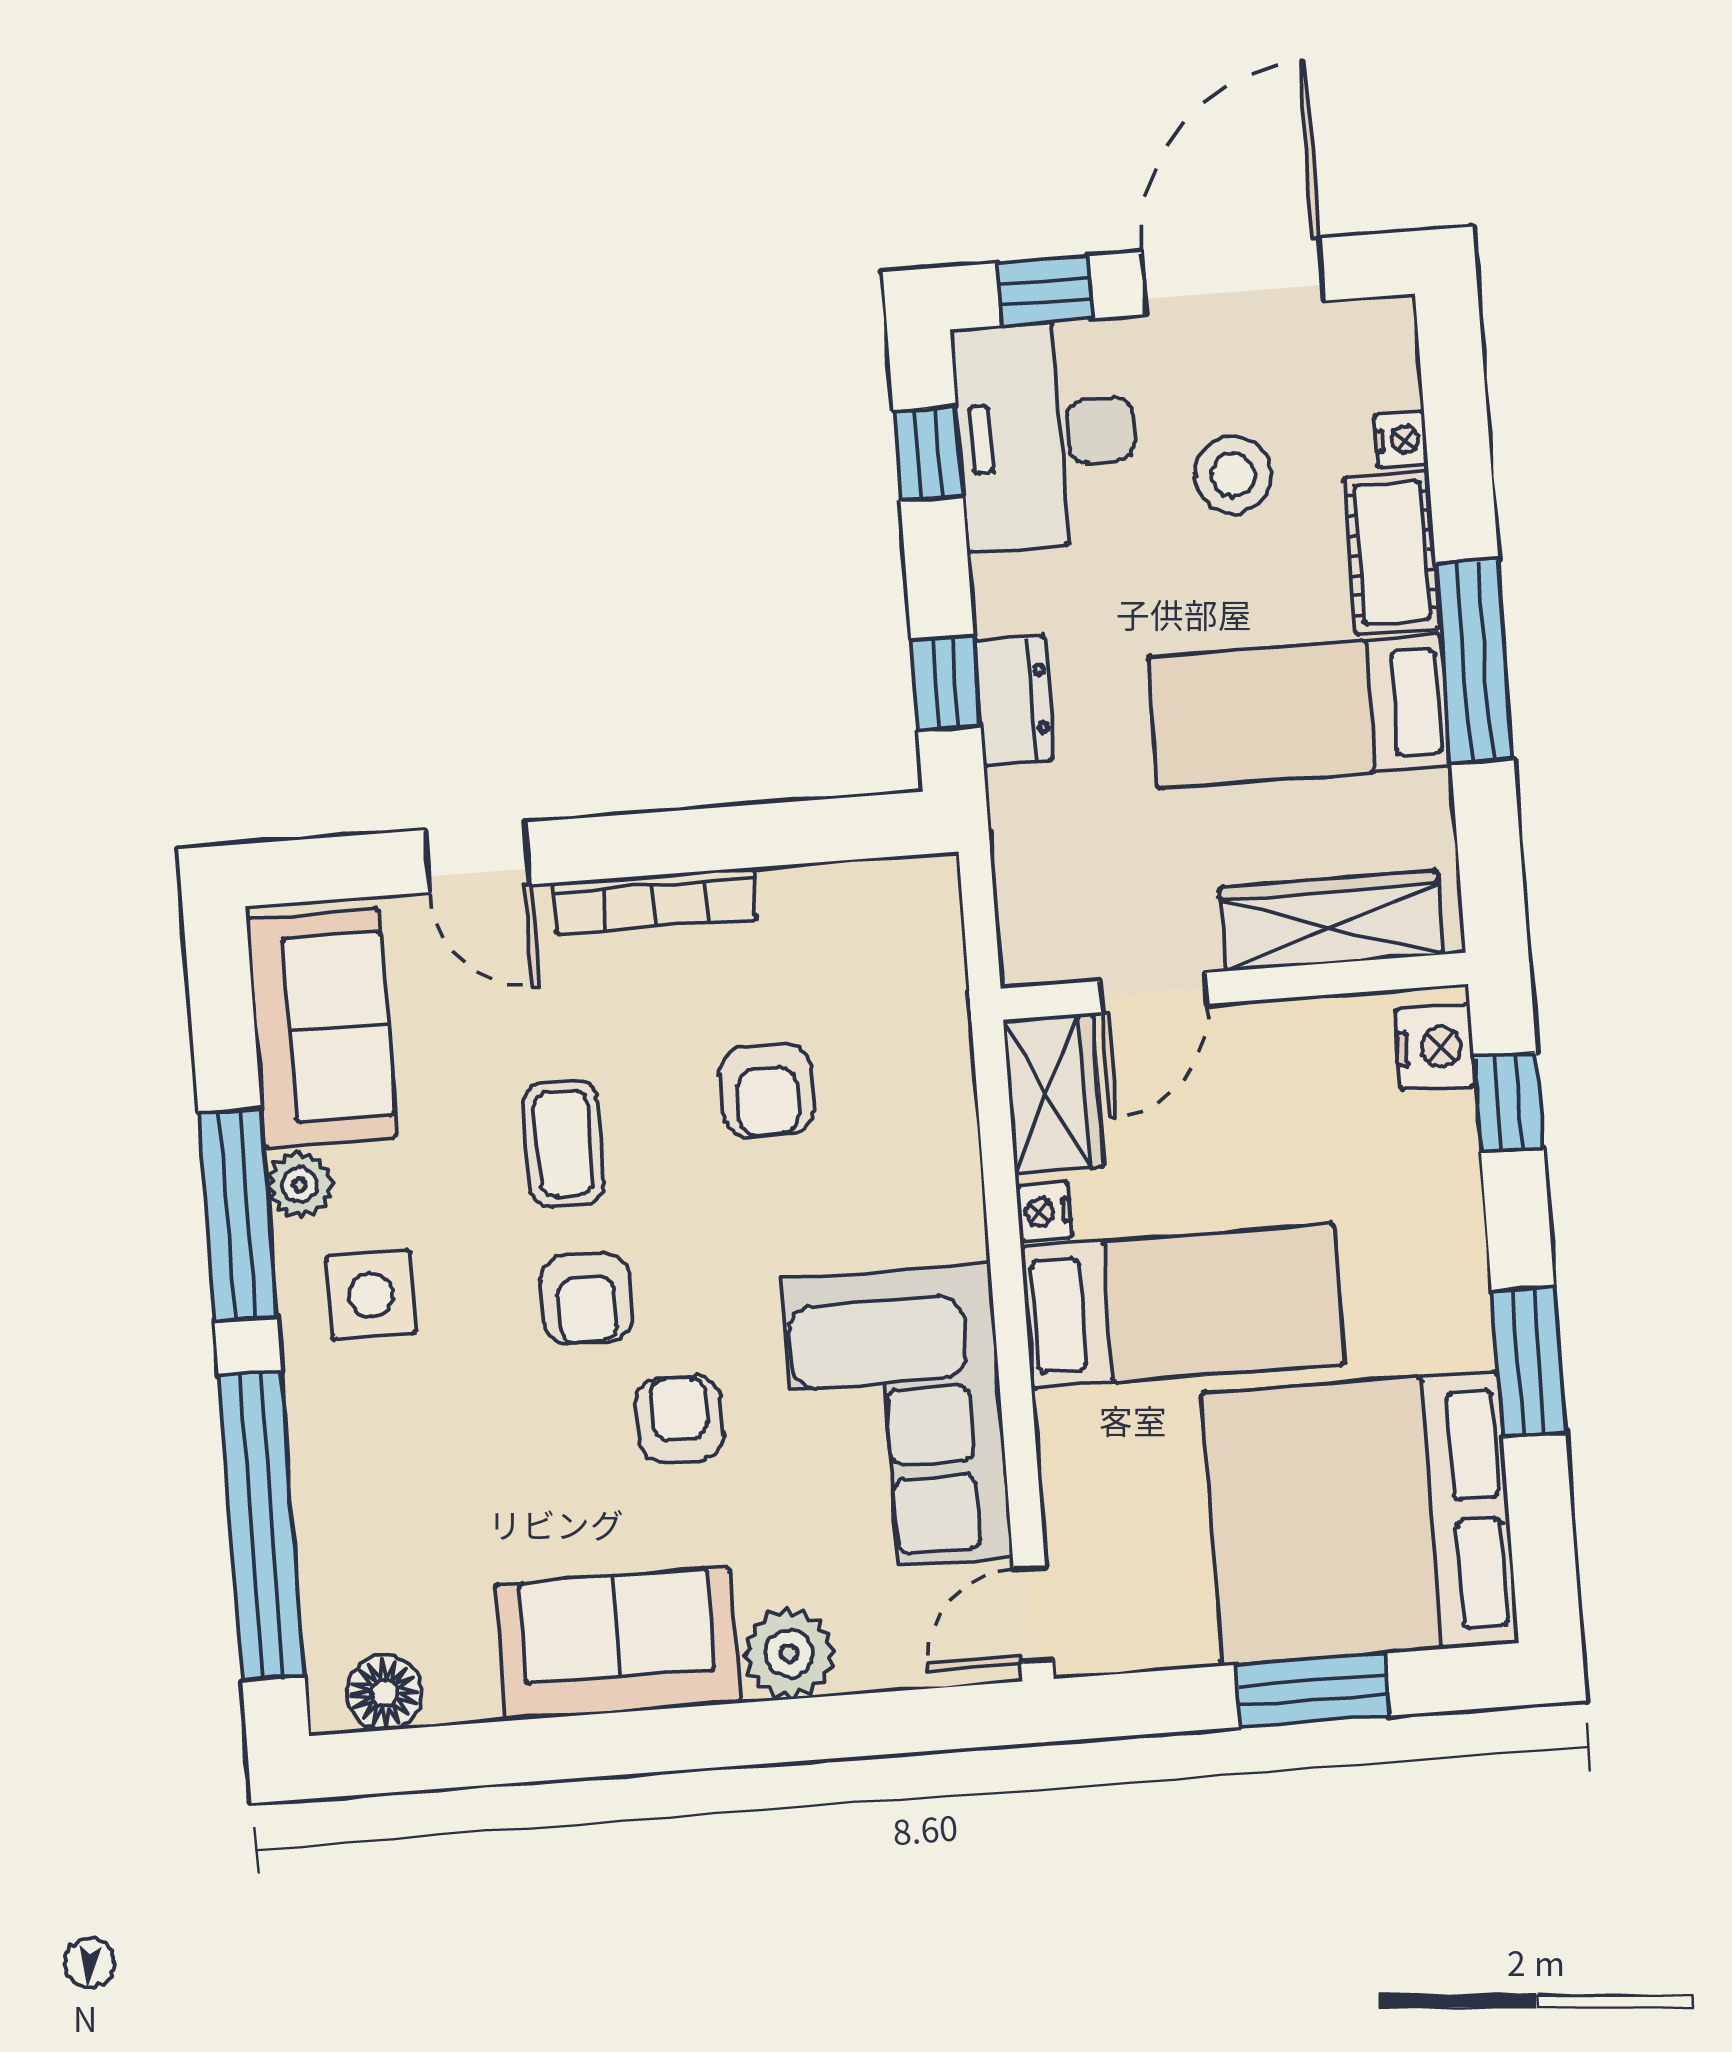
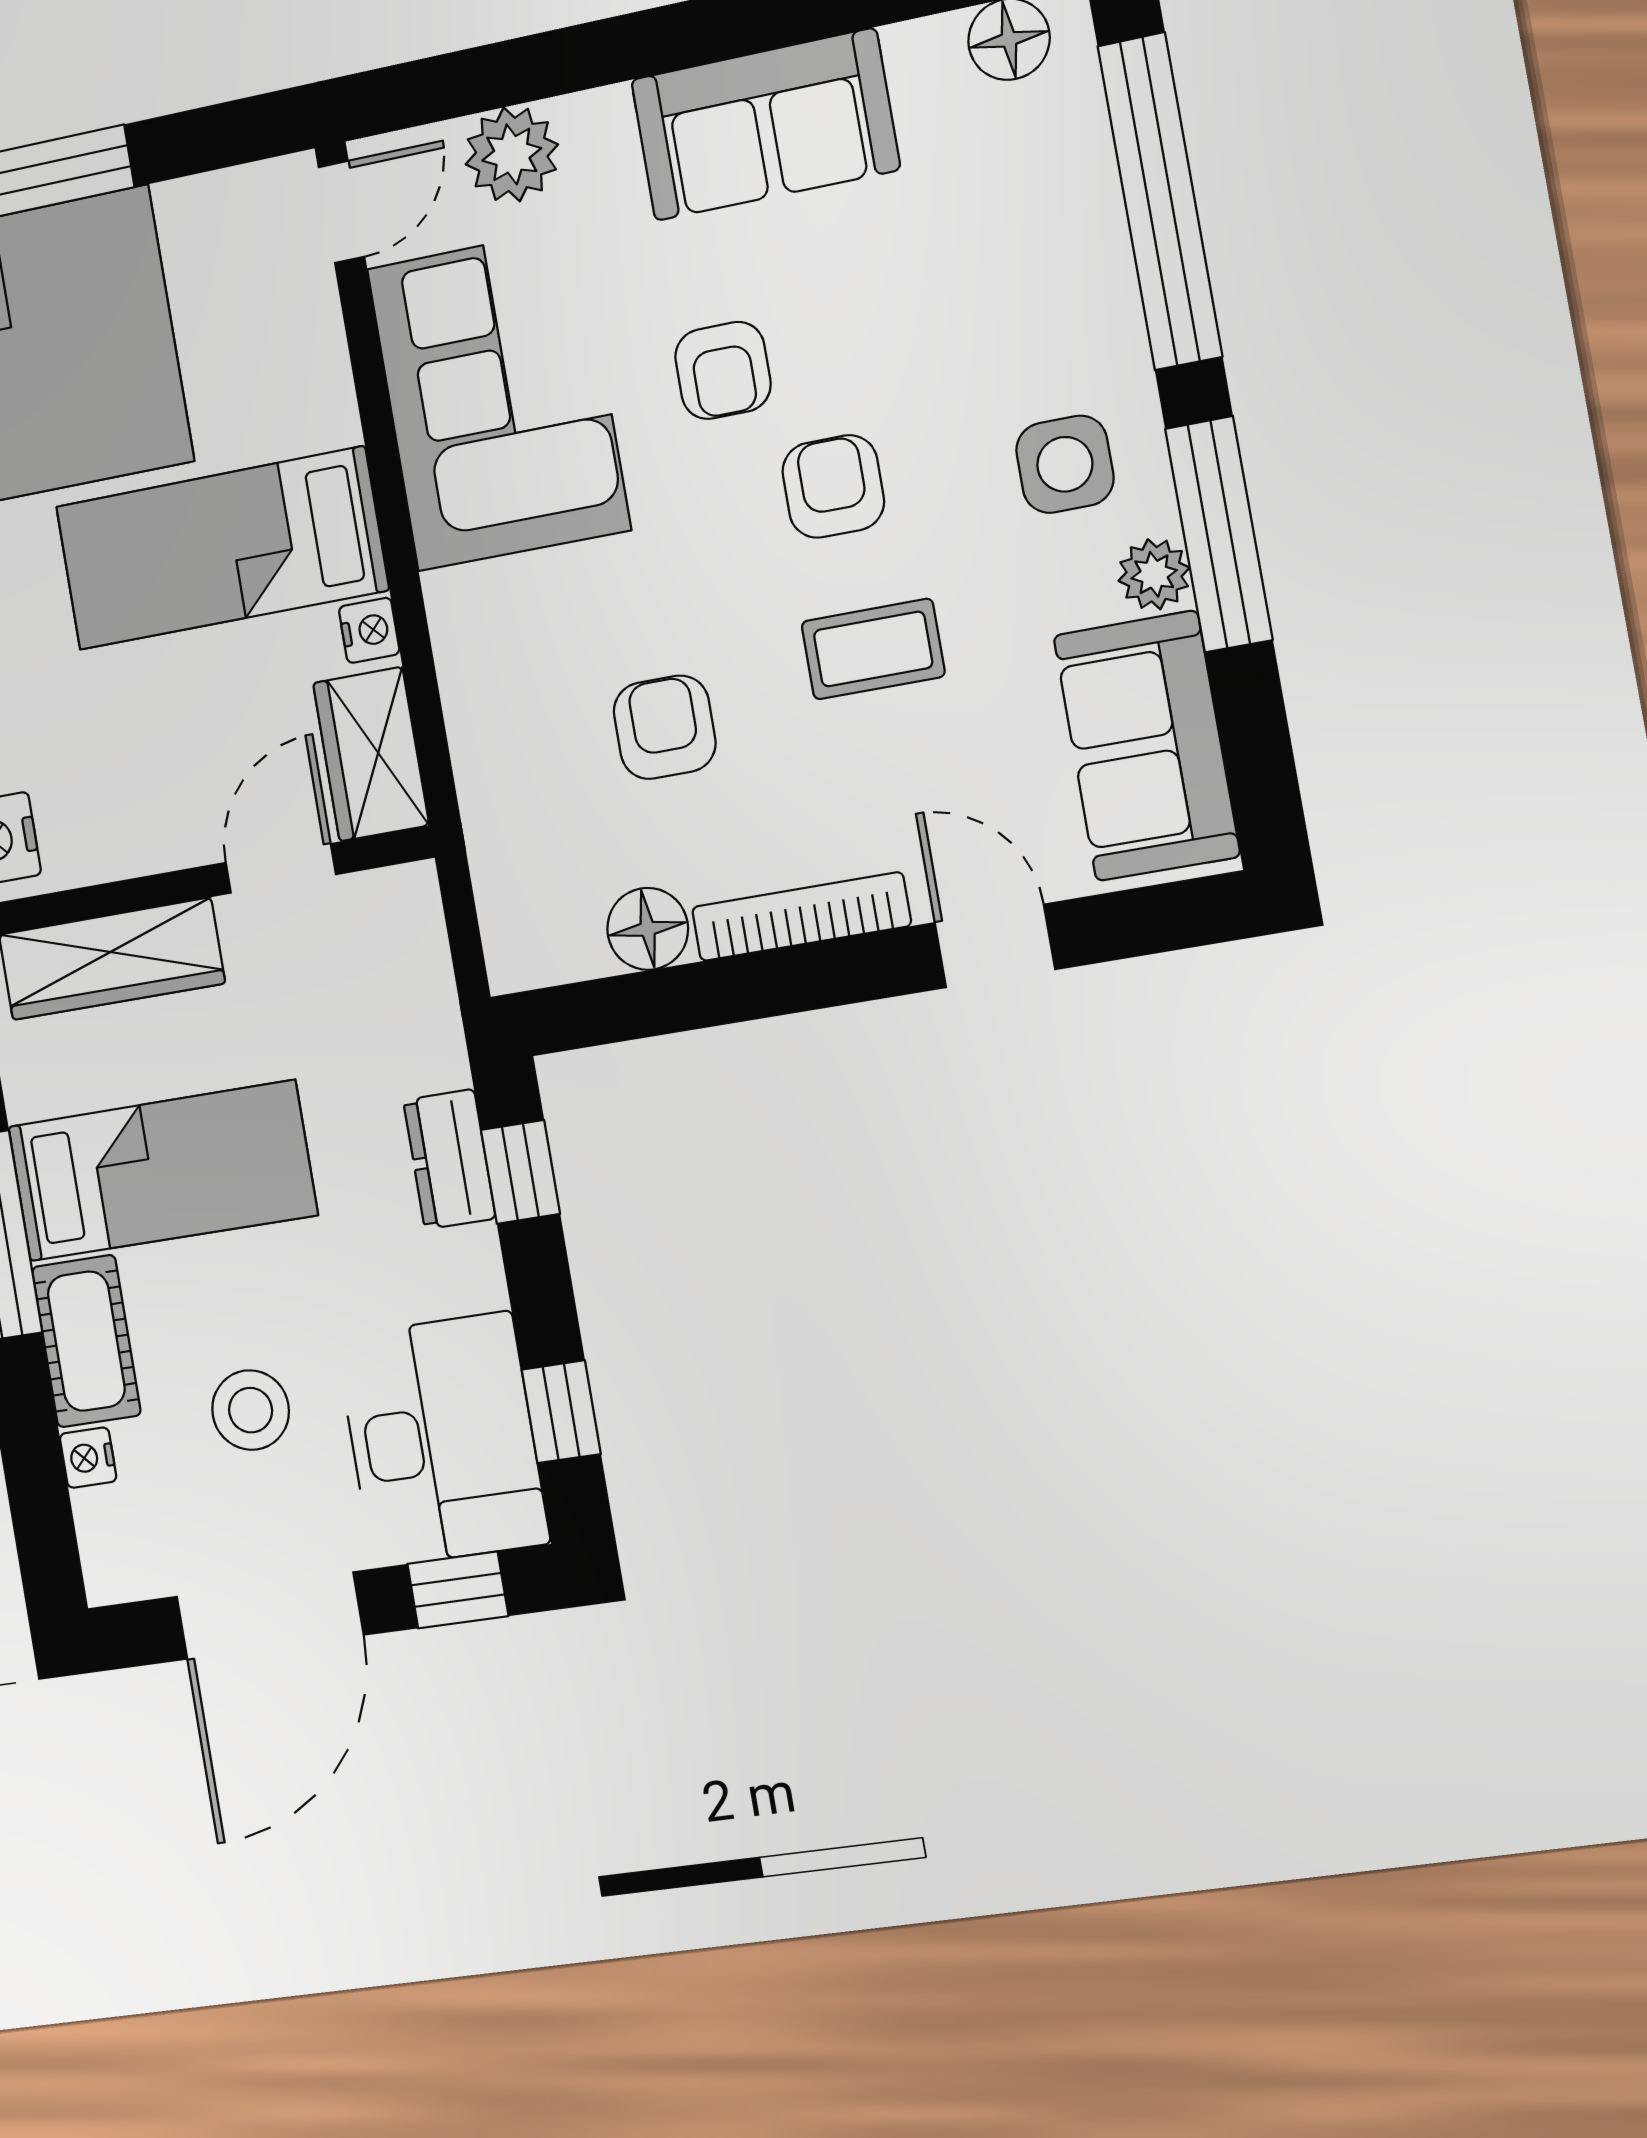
floor lamp: (801, 902) -> (648, 929), added
coffee table: (564, 1143) -> (873, 649), turned 90
plant: (789, 1653) -> (512, 154), moved

